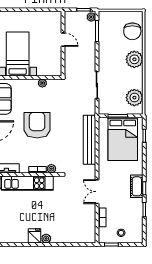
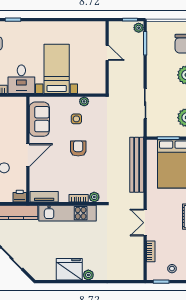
side table: (35, 99) -> (76, 119), added
armchair: (37, 125) -> (78, 148), width x0.53, depth x0.53
fridge: (34, 236) -> (69, 269), width x1.88, depth x1.34

